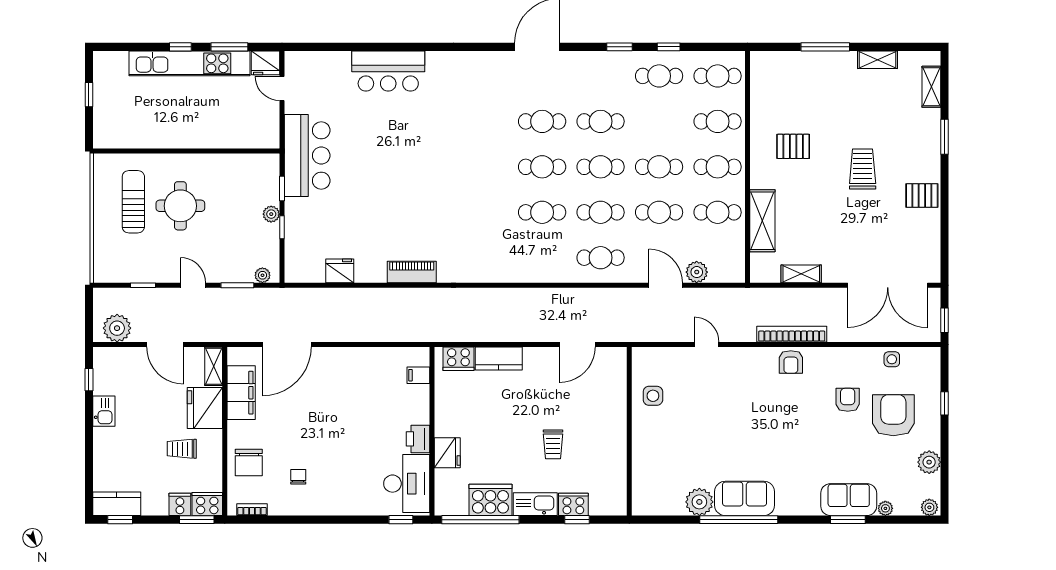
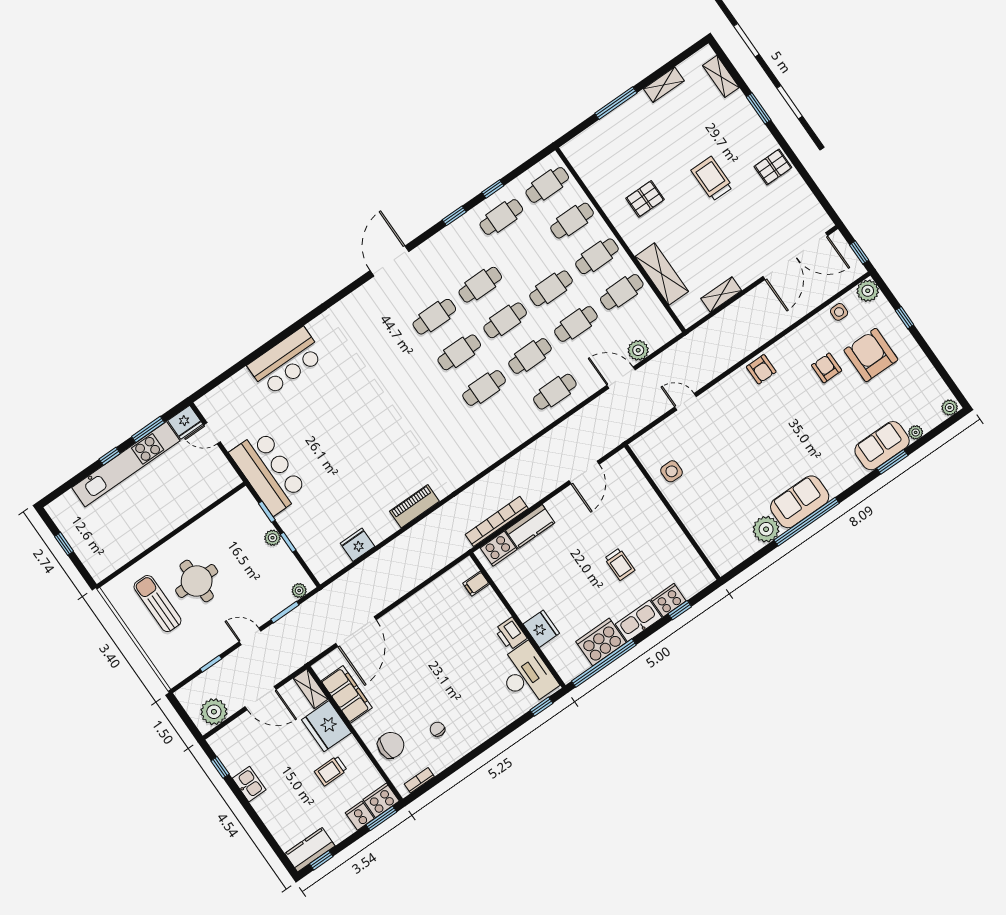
bookcase: (792, 334) -> (497, 521), moved
plant: (929, 462) -> (868, 291), moved
chair: (249, 463) -> (391, 745), turned -90

